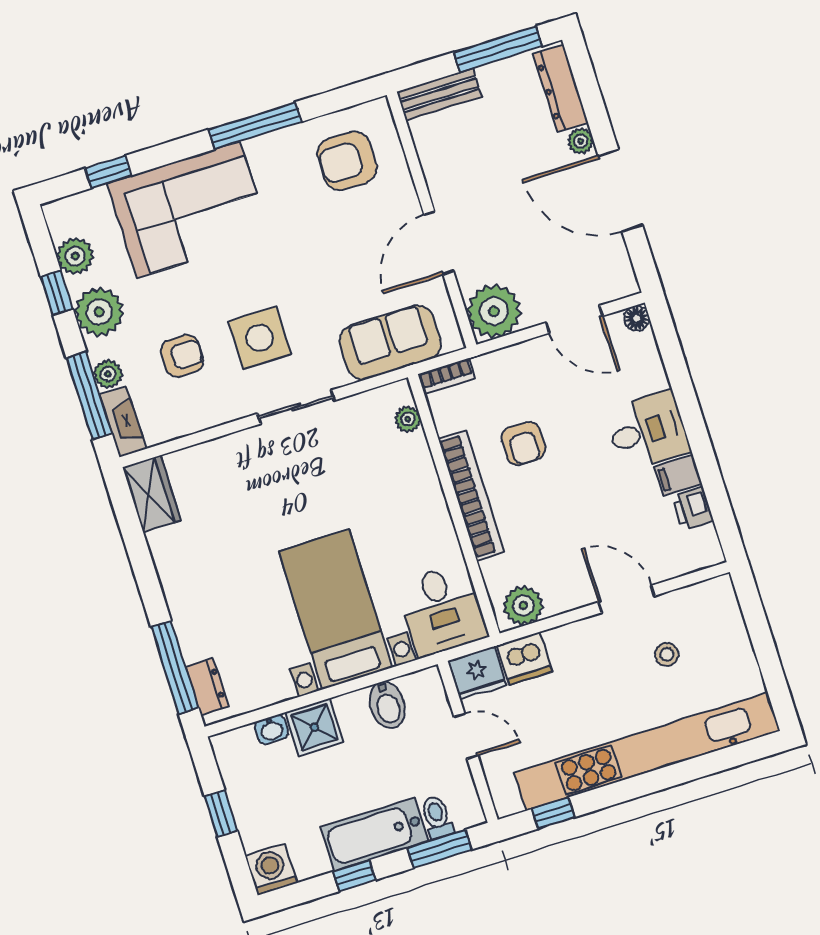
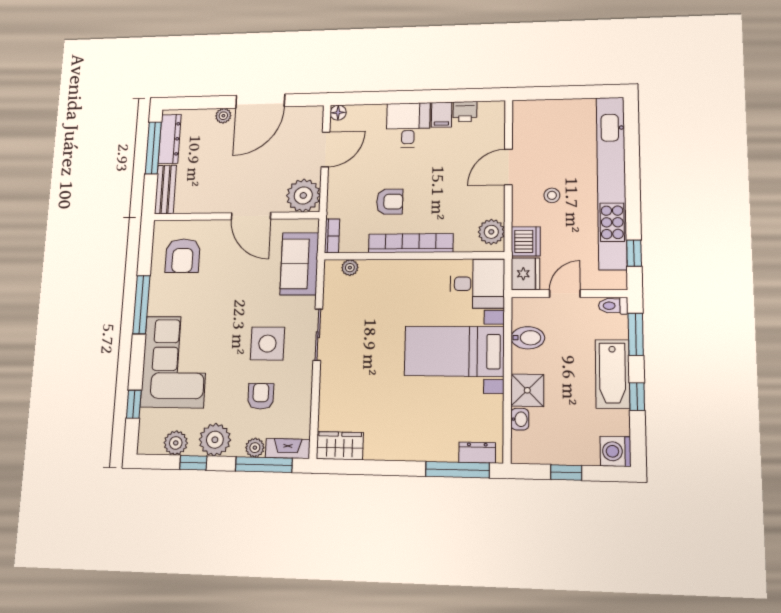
dresser: (561, 88) -> (170, 139), moved, turned -90
stool: (667, 654) -> (552, 195), moved
toilet: (437, 817) -> (613, 306), moved

